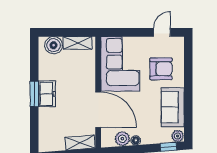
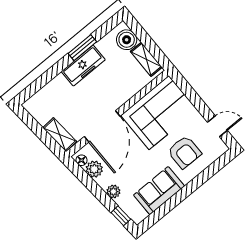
window: (34, 94) -> (82, 48), moved
freezer: (47, 94) -> (83, 66), width x1.40
plant: (177, 136) -> (113, 191), moved
floor lamp: (136, 140) -> (81, 160), moved

